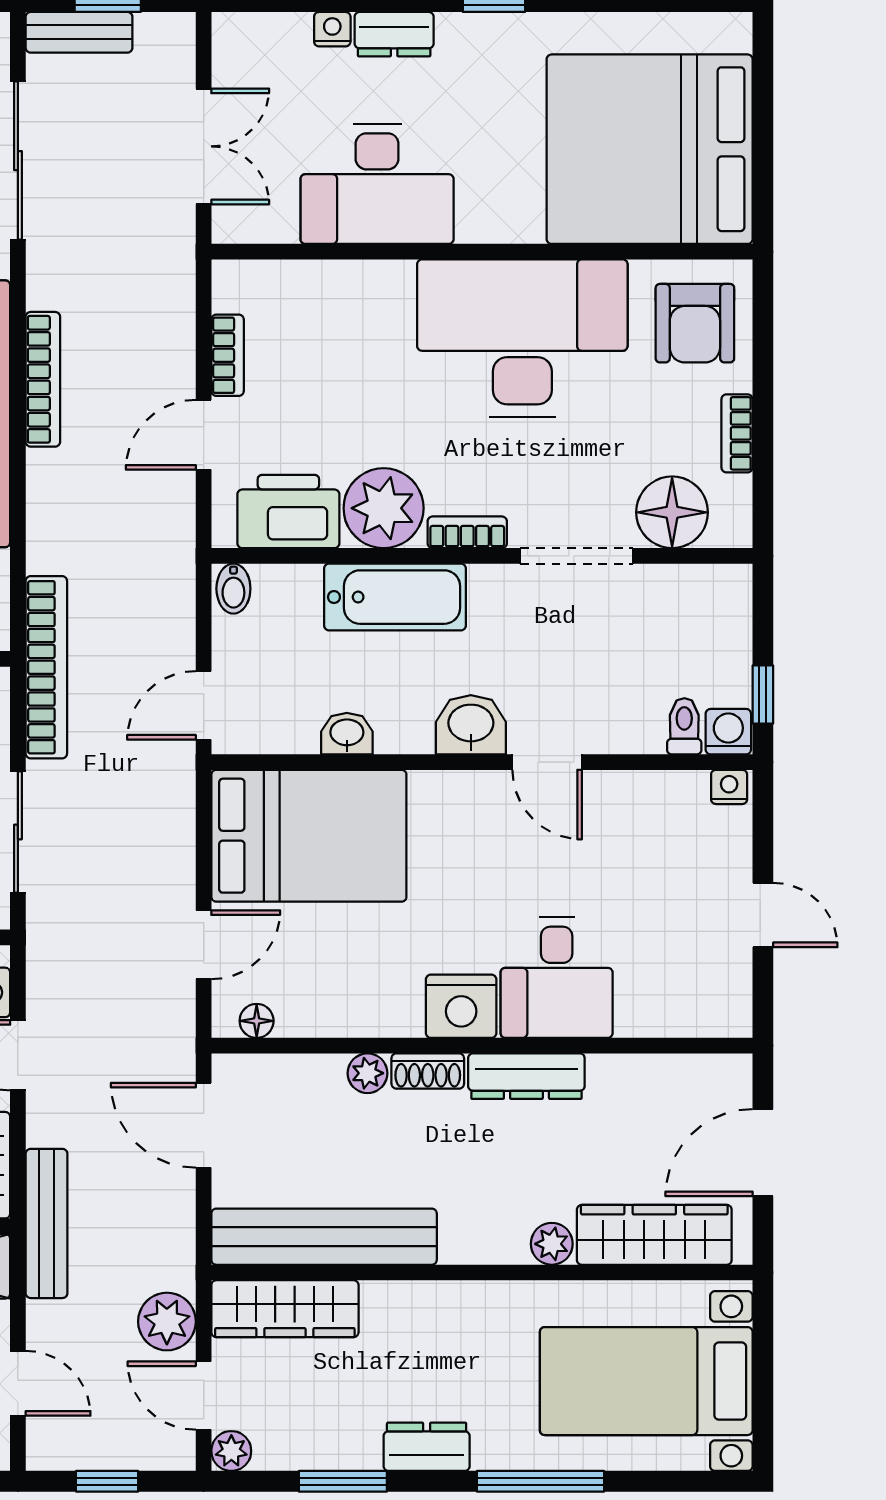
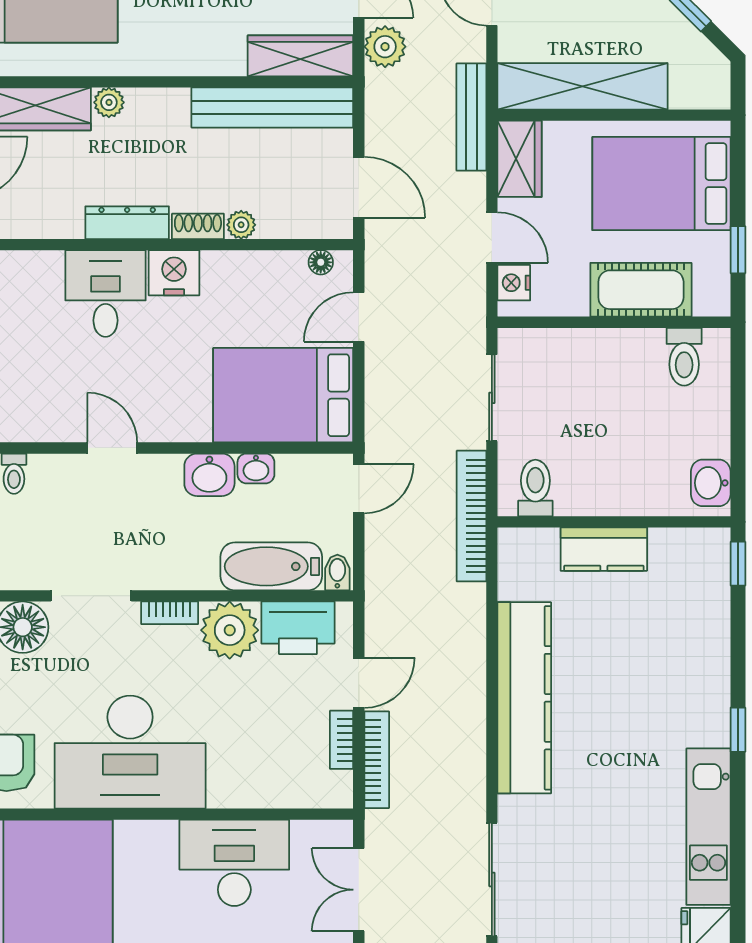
bookcase: (43, 379) -> (377, 760), moved, turned 180
bathtub: (395, 597) -> (271, 566), moved
washbasin: (471, 725) -> (209, 475), moved

